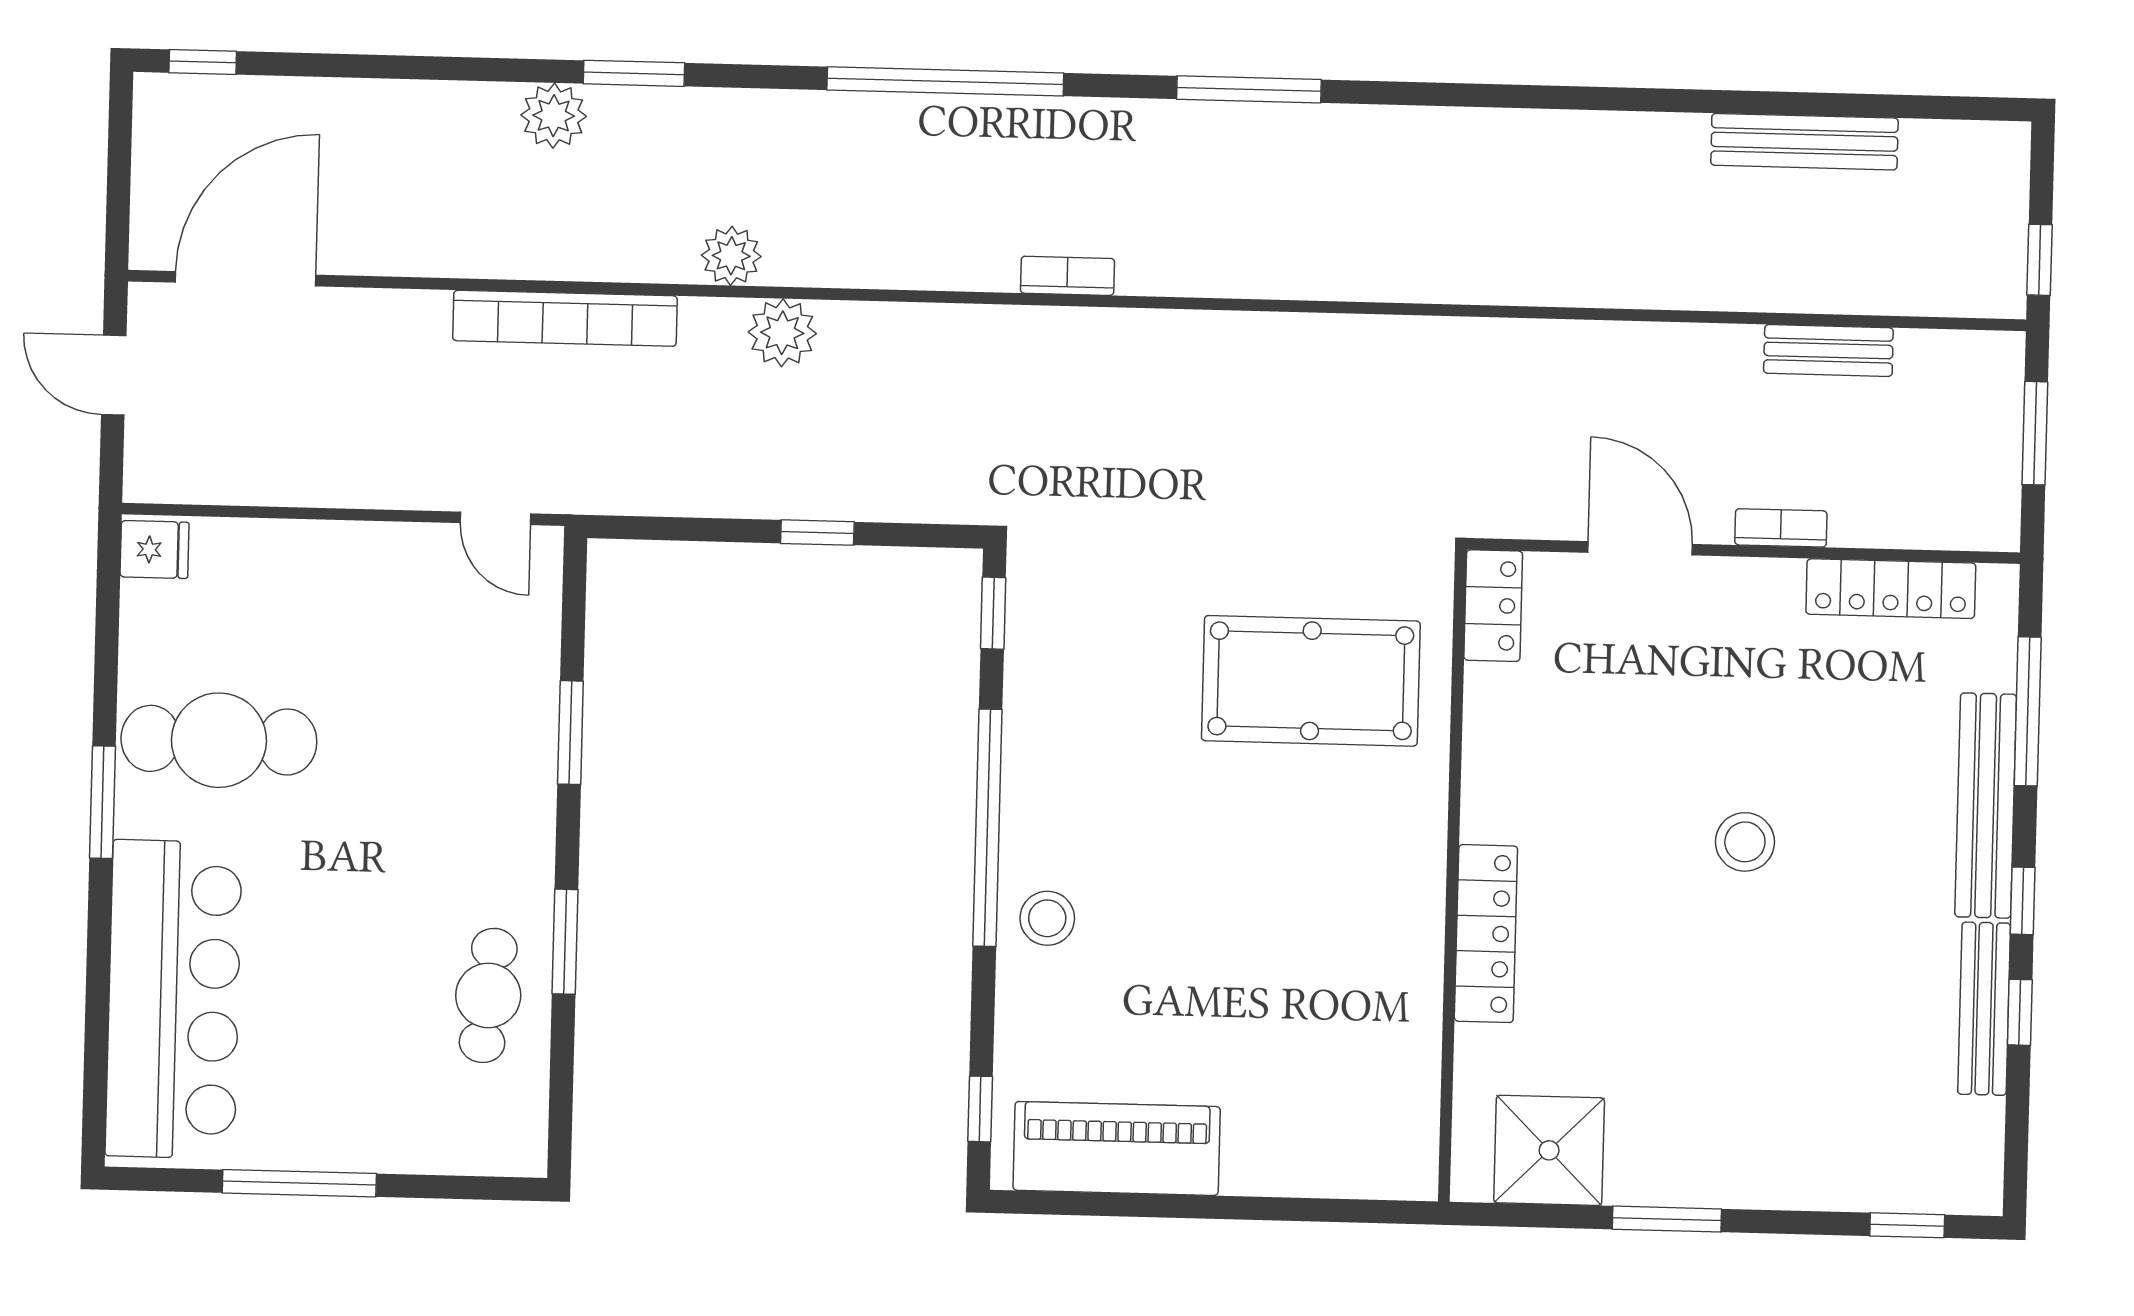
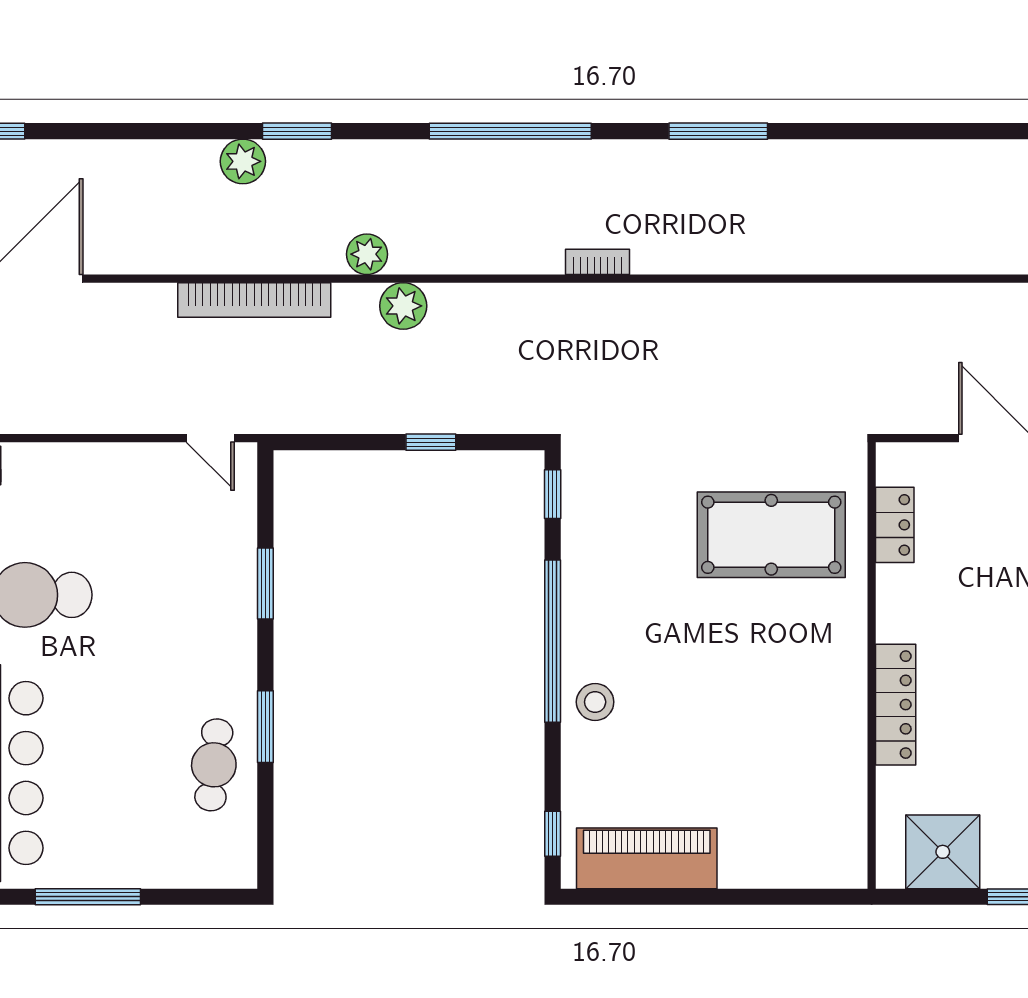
locker: (1493, 606) -> (895, 525), moved

